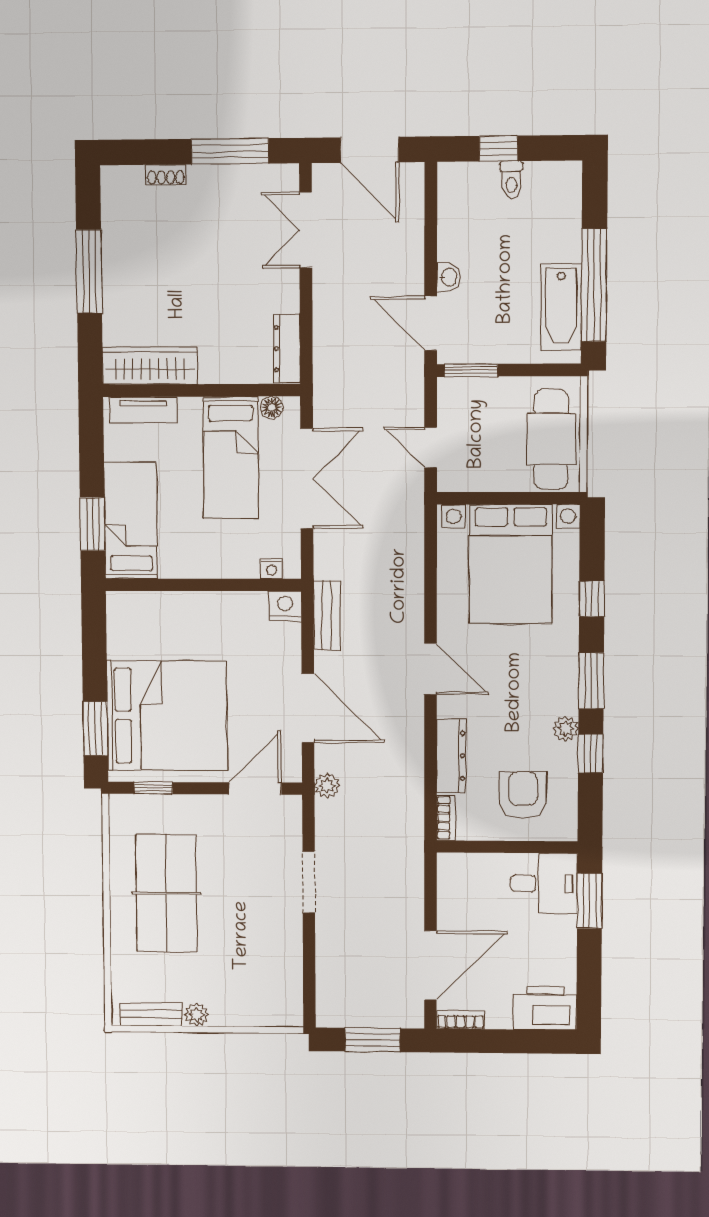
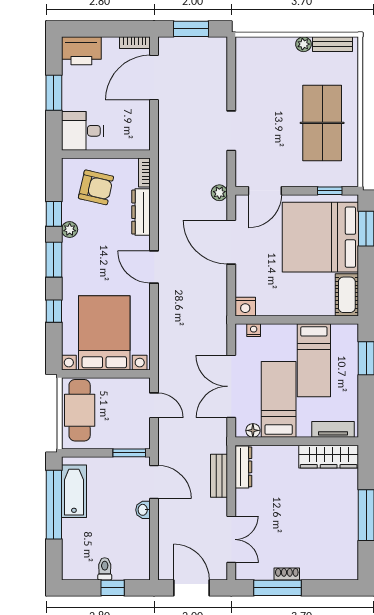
shoe rack: (166, 175) -> (287, 574), moved
bed: (131, 521) -> (314, 360), moved
bench: (327, 615) -> (219, 476), moved
cot: (124, 625) -> (347, 295), added
armchair: (523, 795) -> (96, 187), turned -77
window: (590, 901) -> (54, 93), moved

